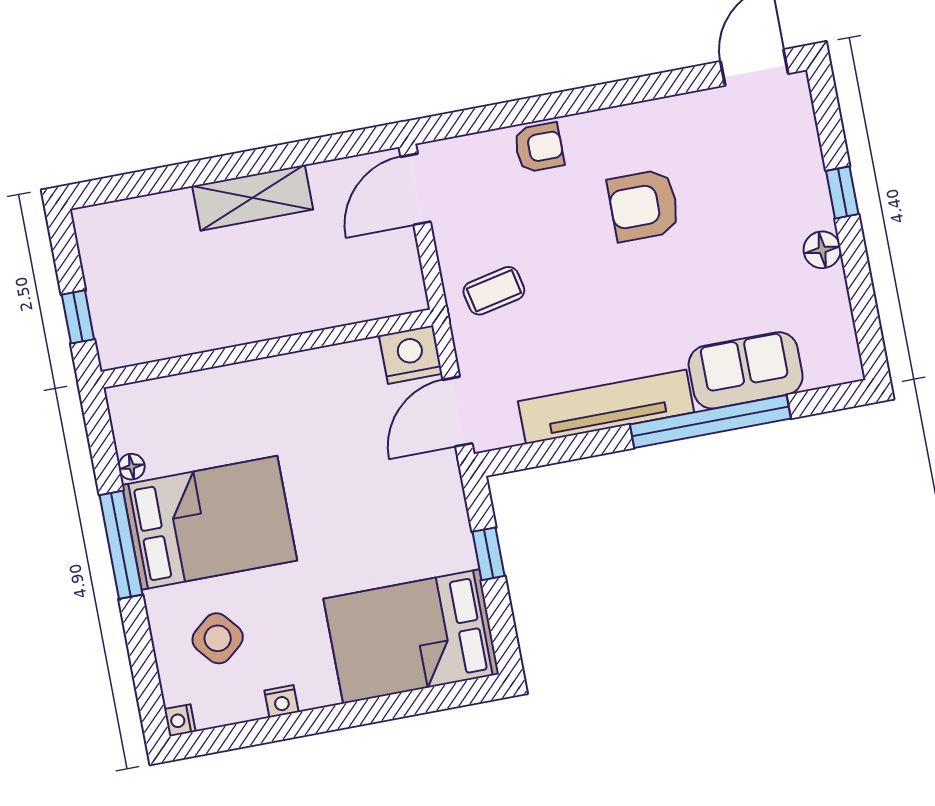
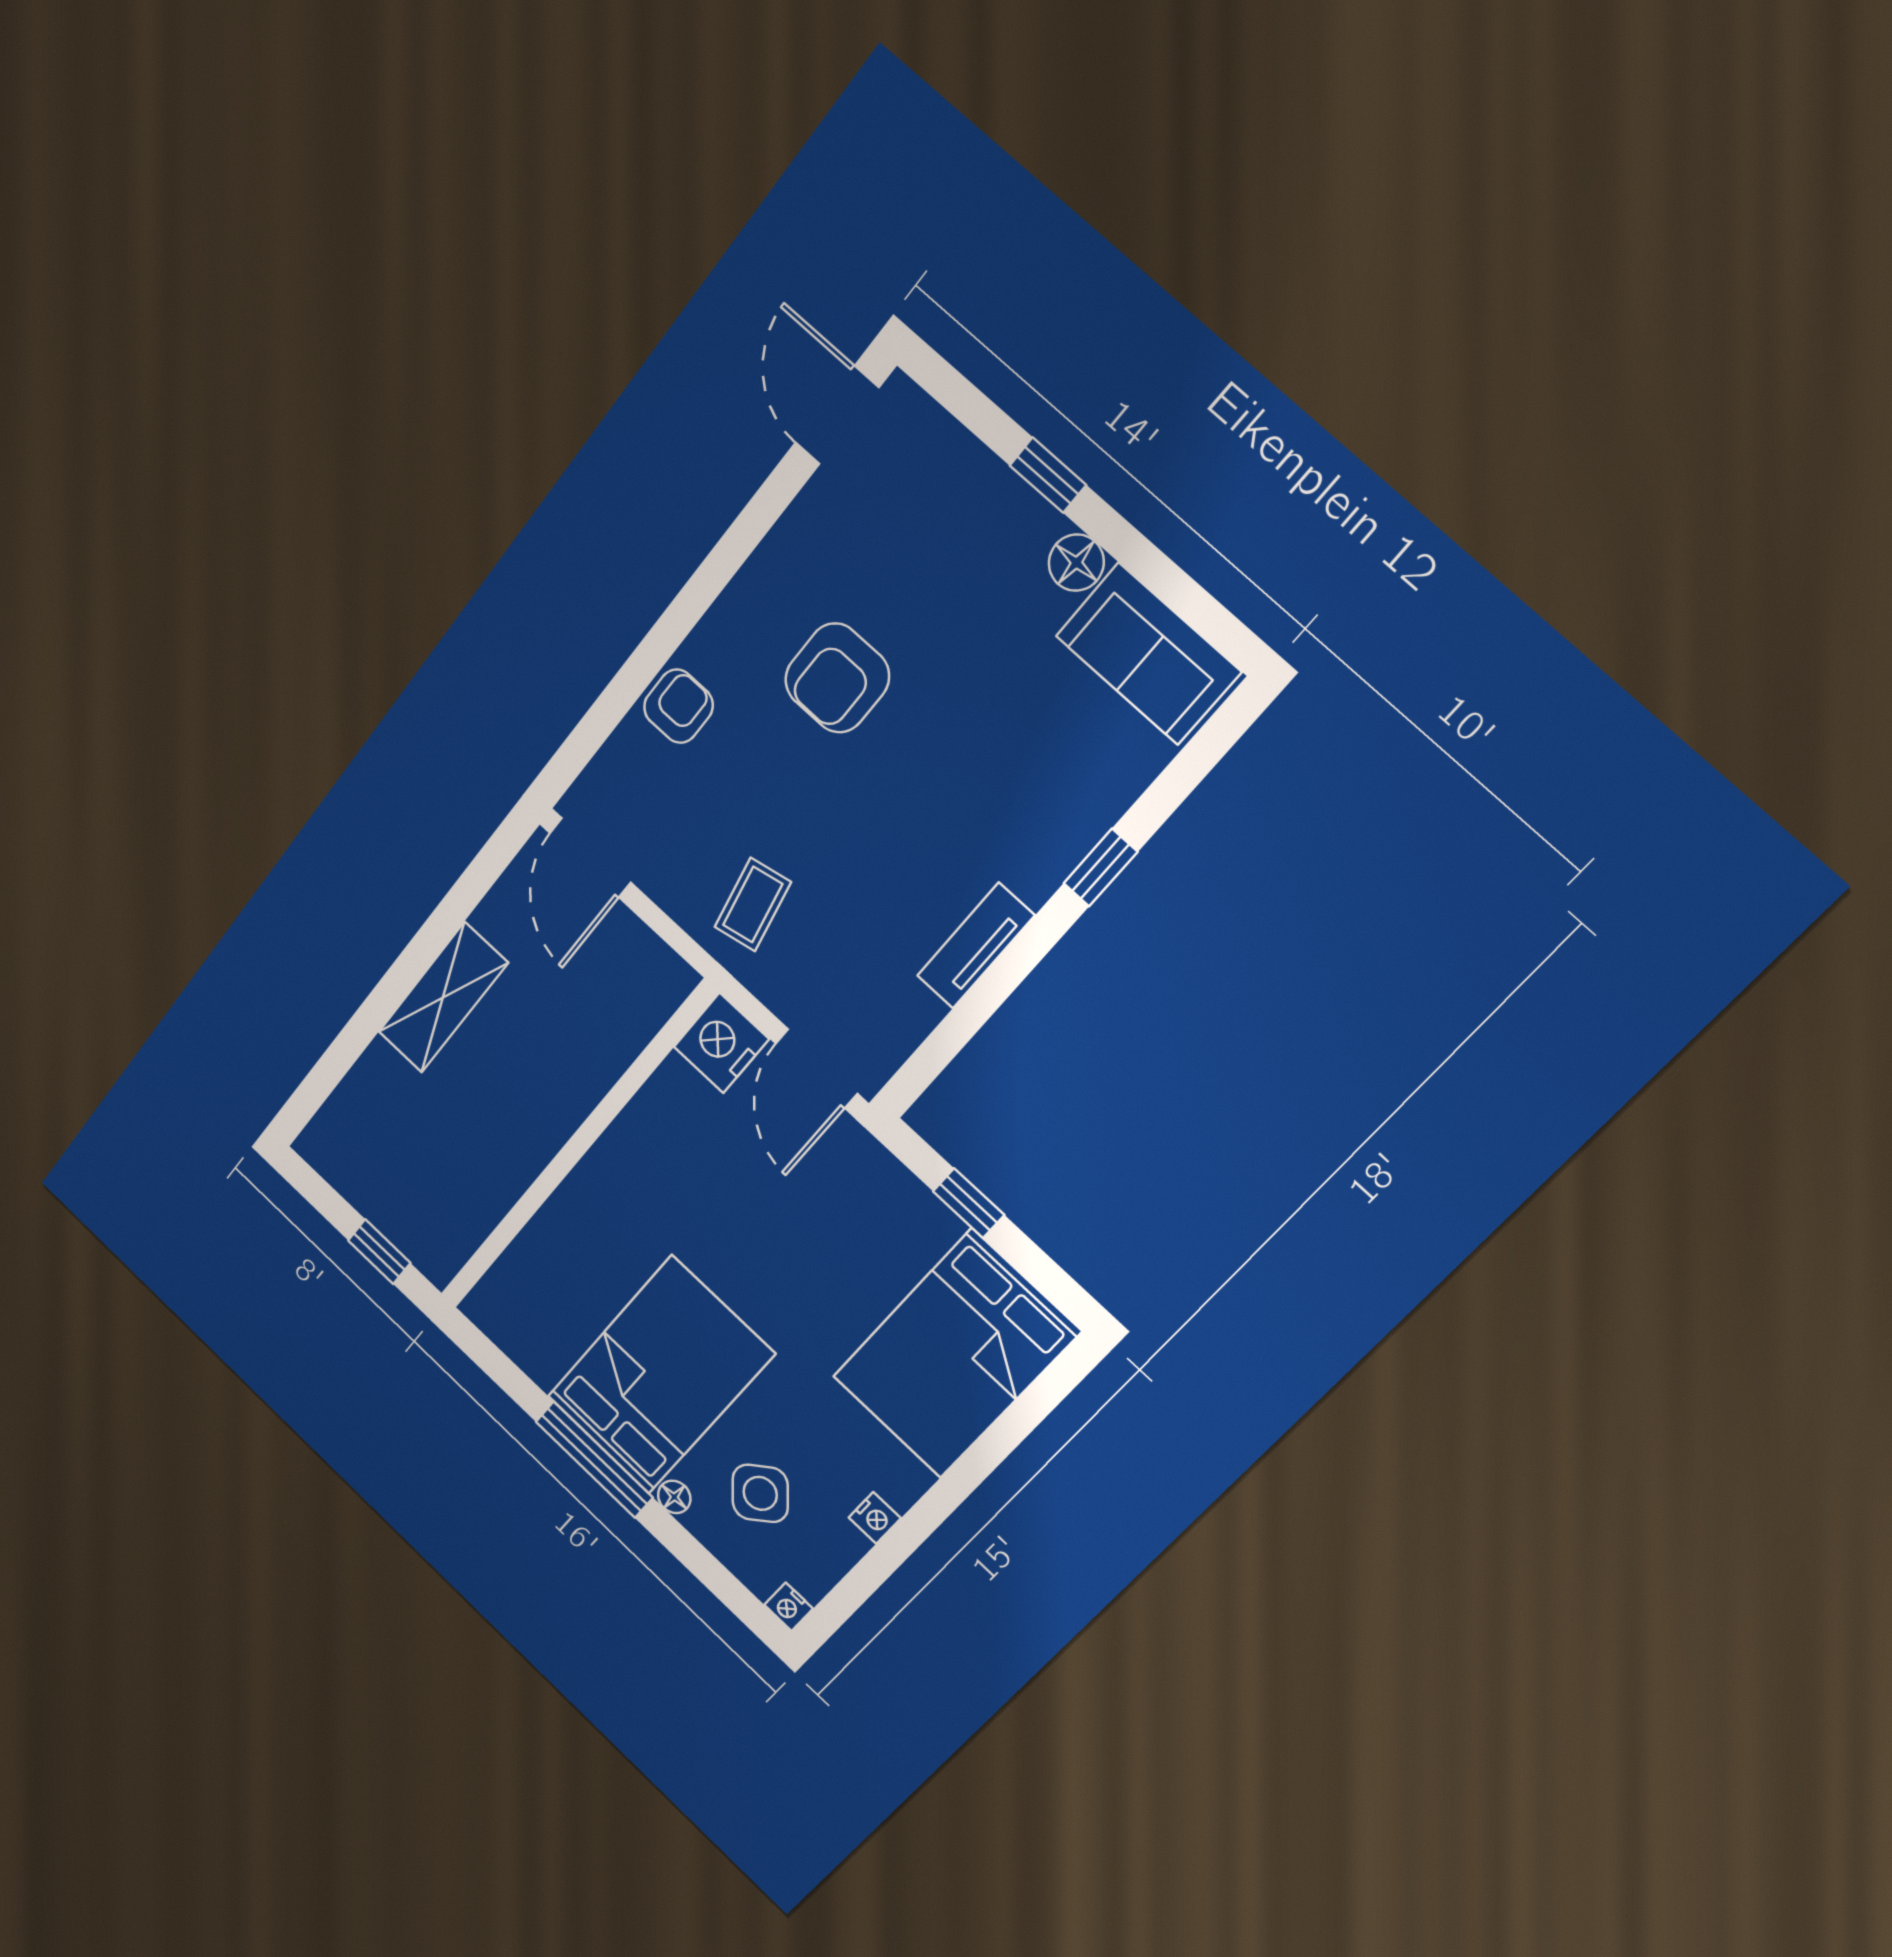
sofa: (746, 370) -> (1148, 654), moved, turned -90
tv unit: (606, 407) -> (976, 946), width x0.52, depth x0.78
window: (710, 421) -> (1100, 868), width x0.32
floor lamp: (132, 467) -> (674, 1497), moved

